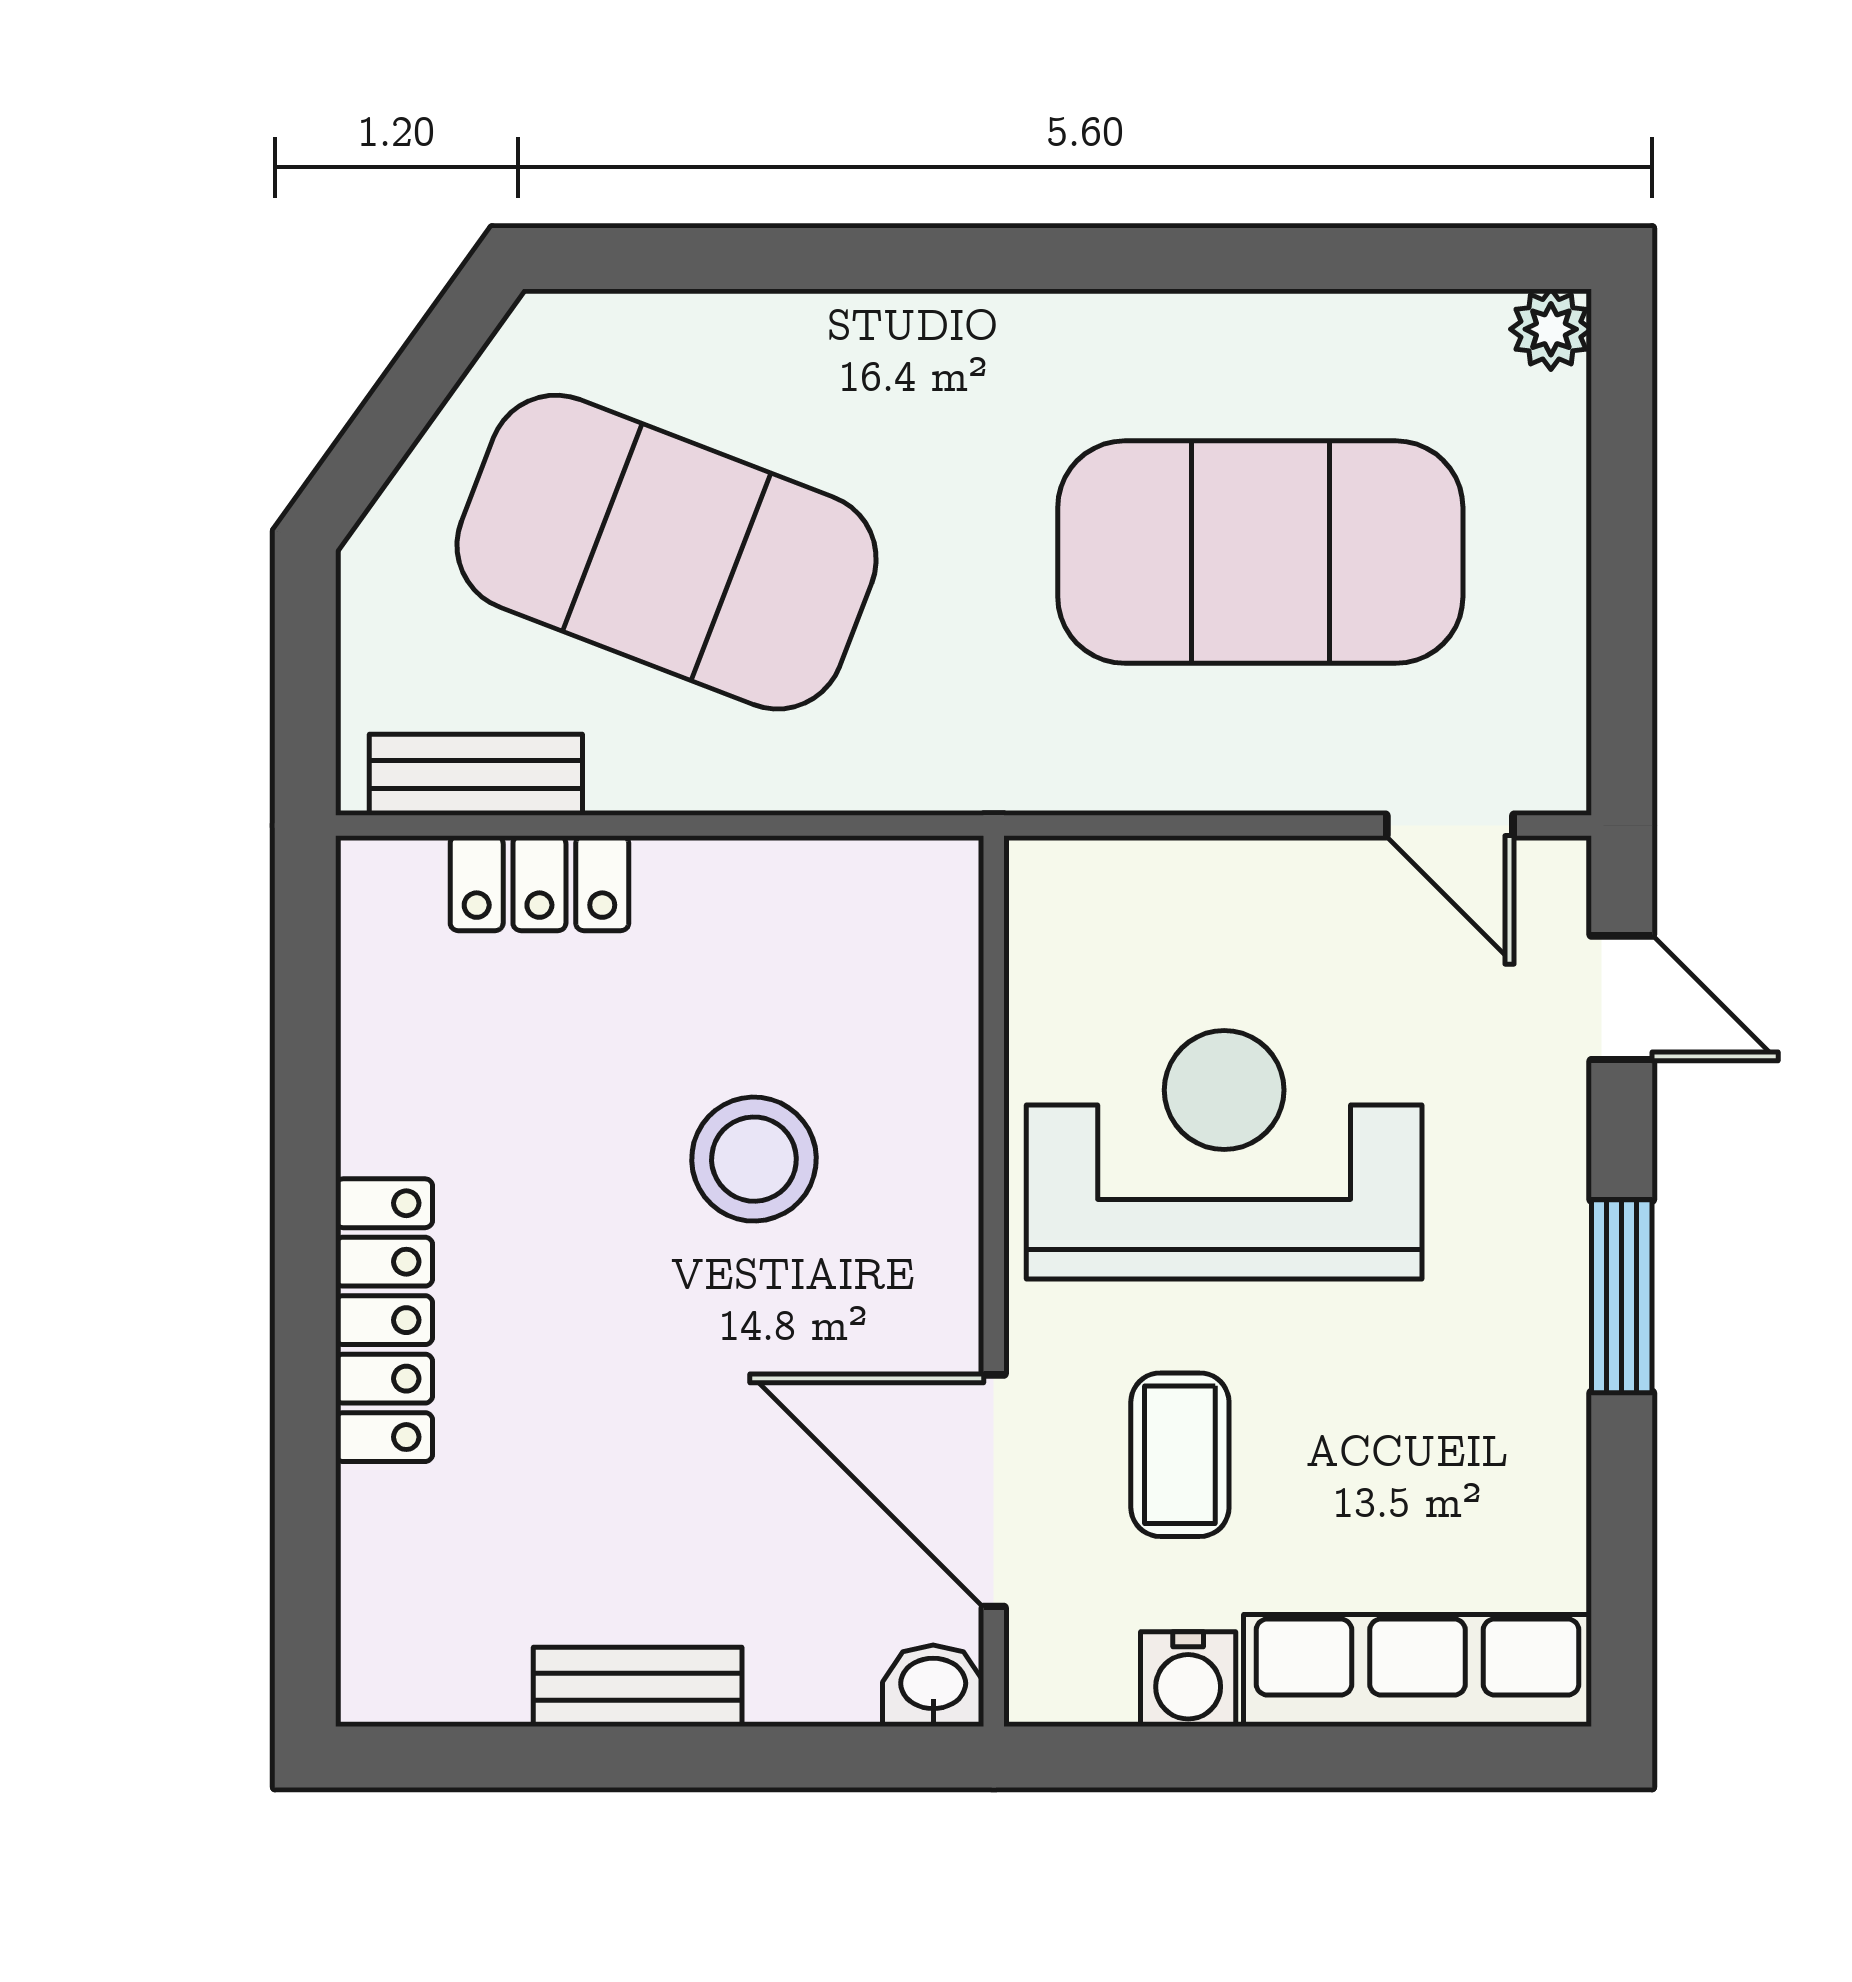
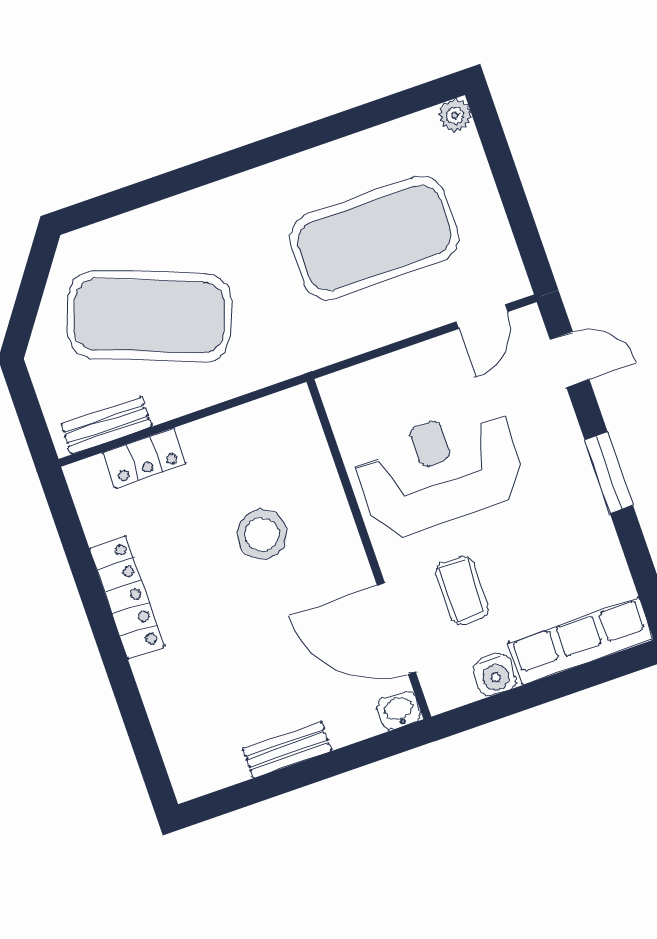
door: (1450, 826) -> (482, 317), hinge flipped
locker: (384, 1320) -> (127, 597), moved

